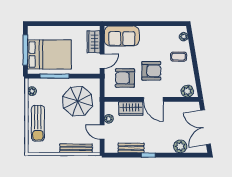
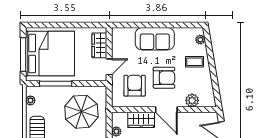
sofa: (122, 36) -> (155, 39), moved
bed: (49, 55) -> (50, 54), width x1.36
armchair: (125, 78) -> (135, 86), turned 90
plant: (187, 91) -> (192, 100), moved

